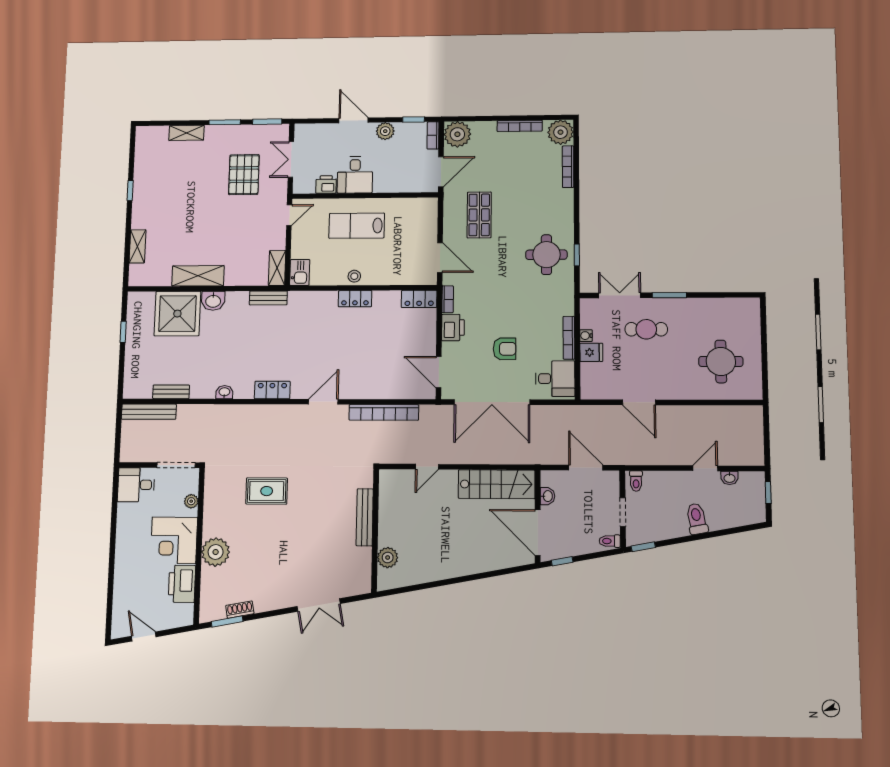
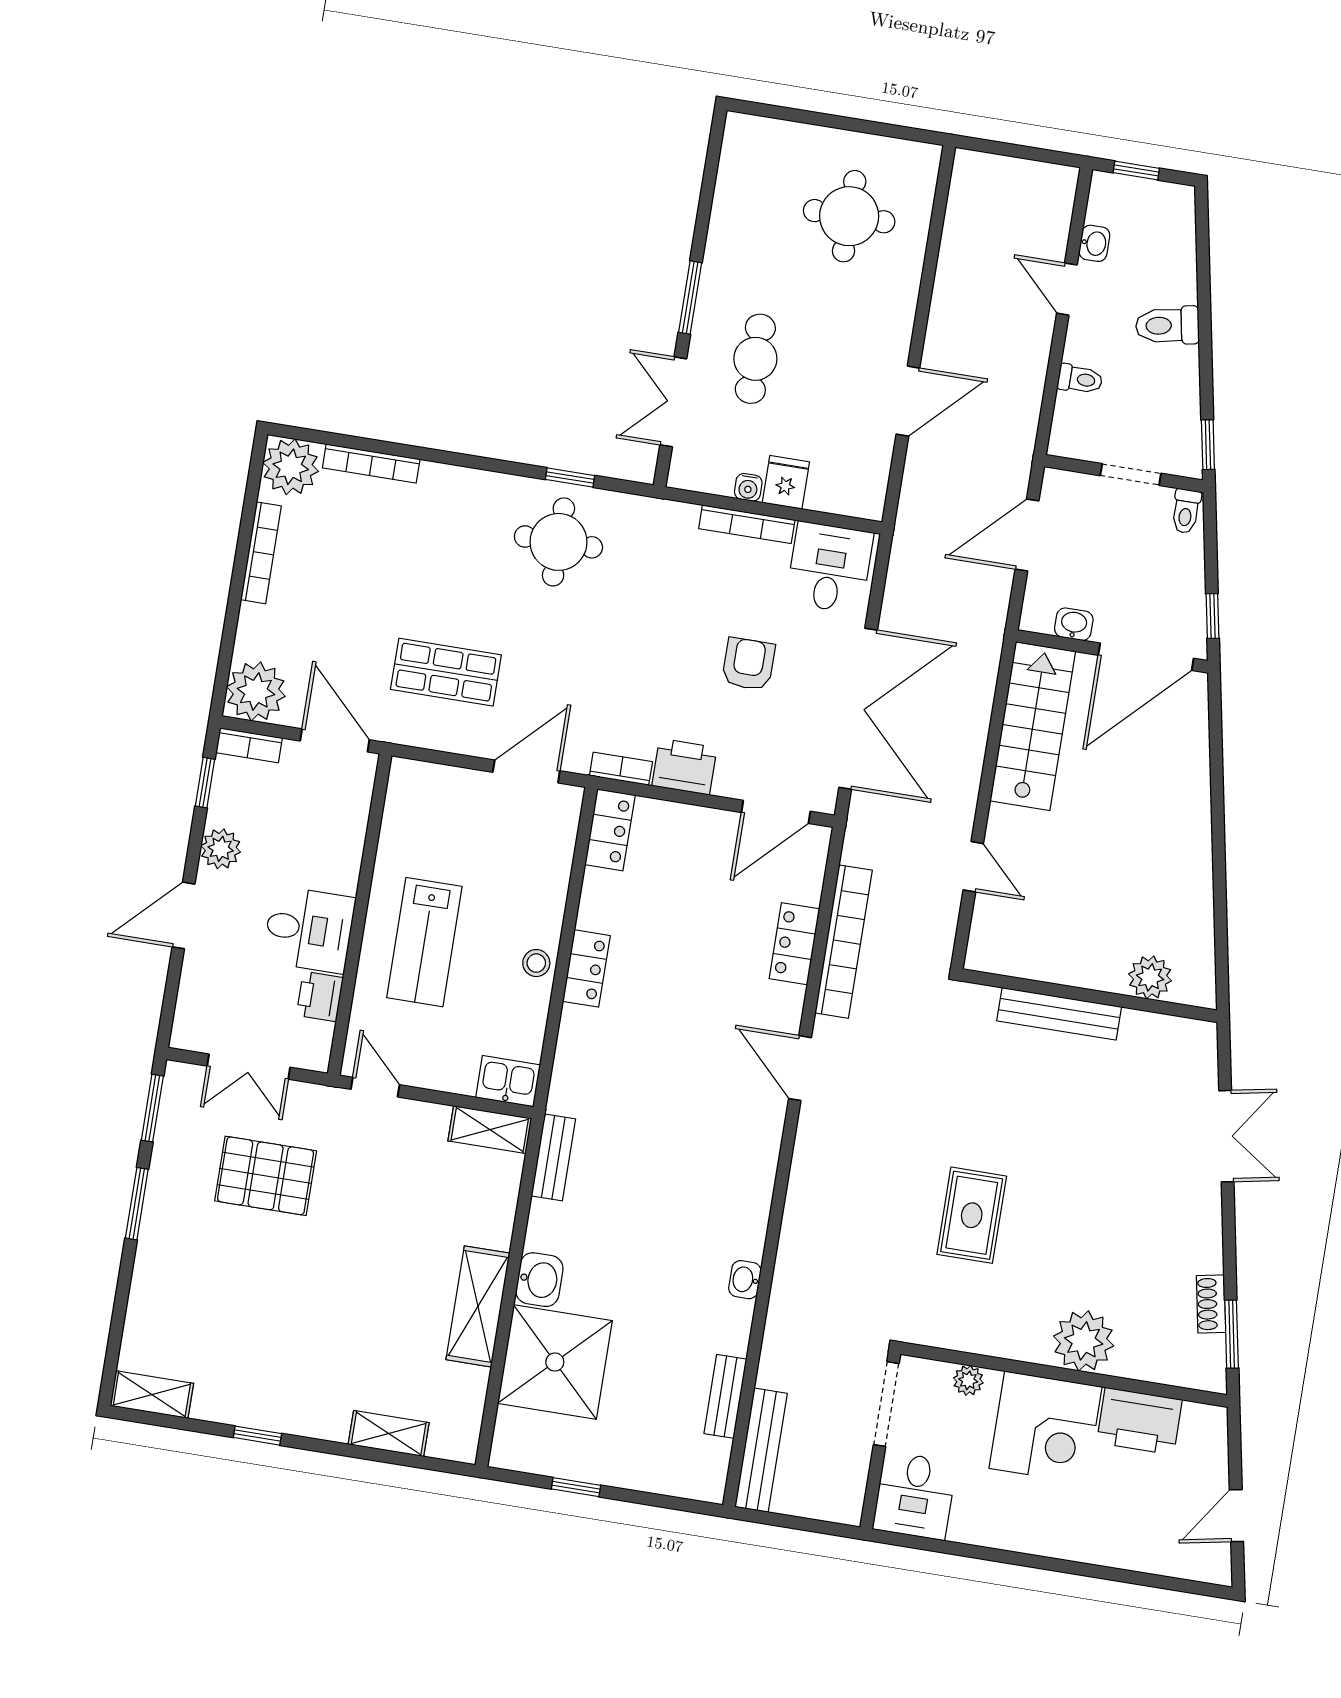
shelving: (187, 133) -> (152, 1395), moved, turned 90
locker: (272, 390) -> (794, 944), moved
toilet: (636, 481) -> (1080, 379), moved

